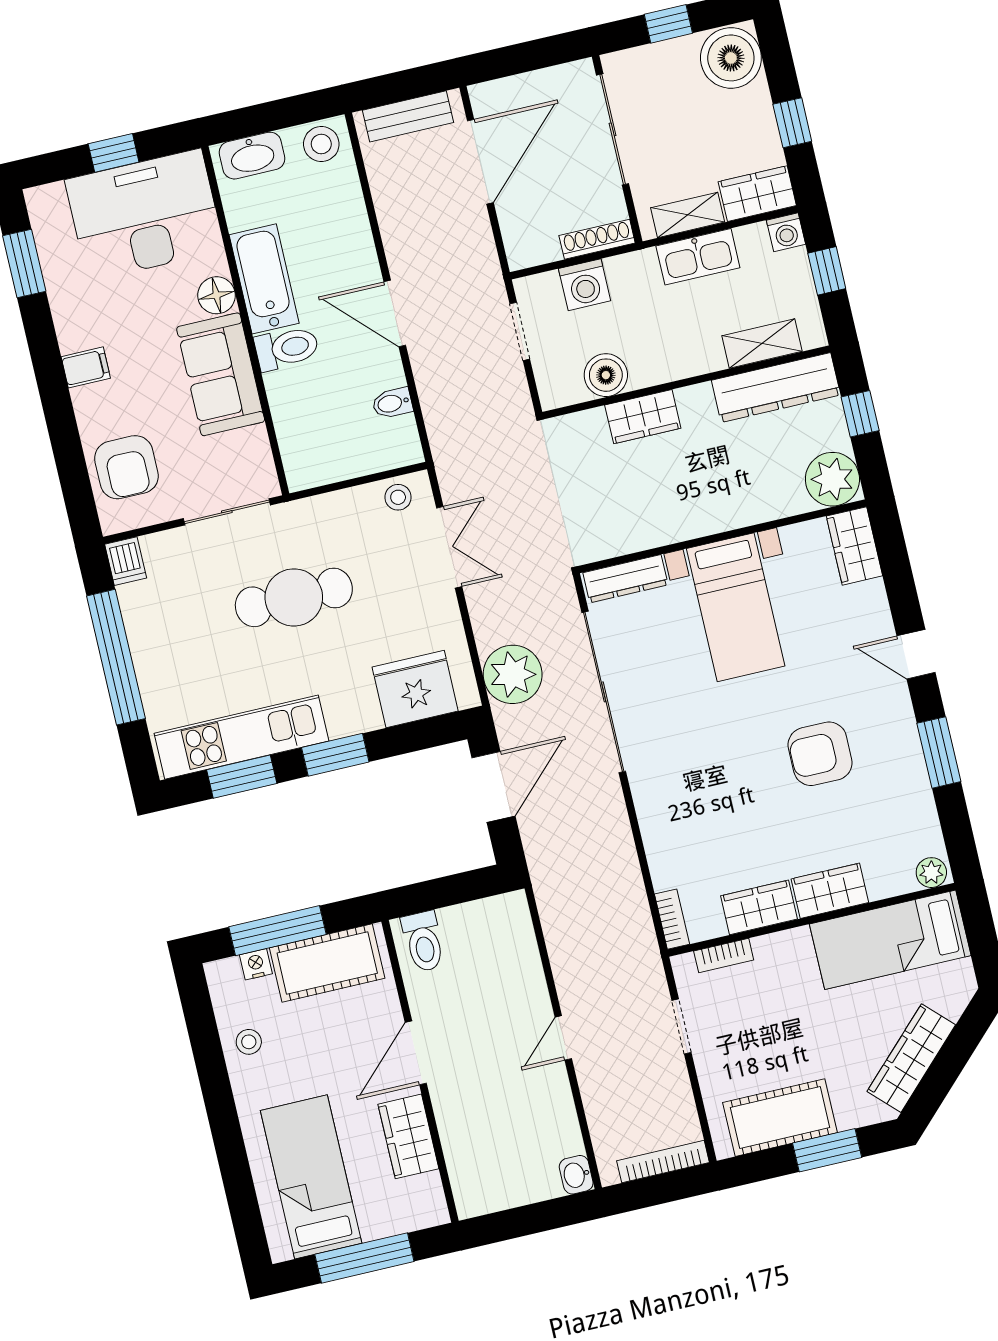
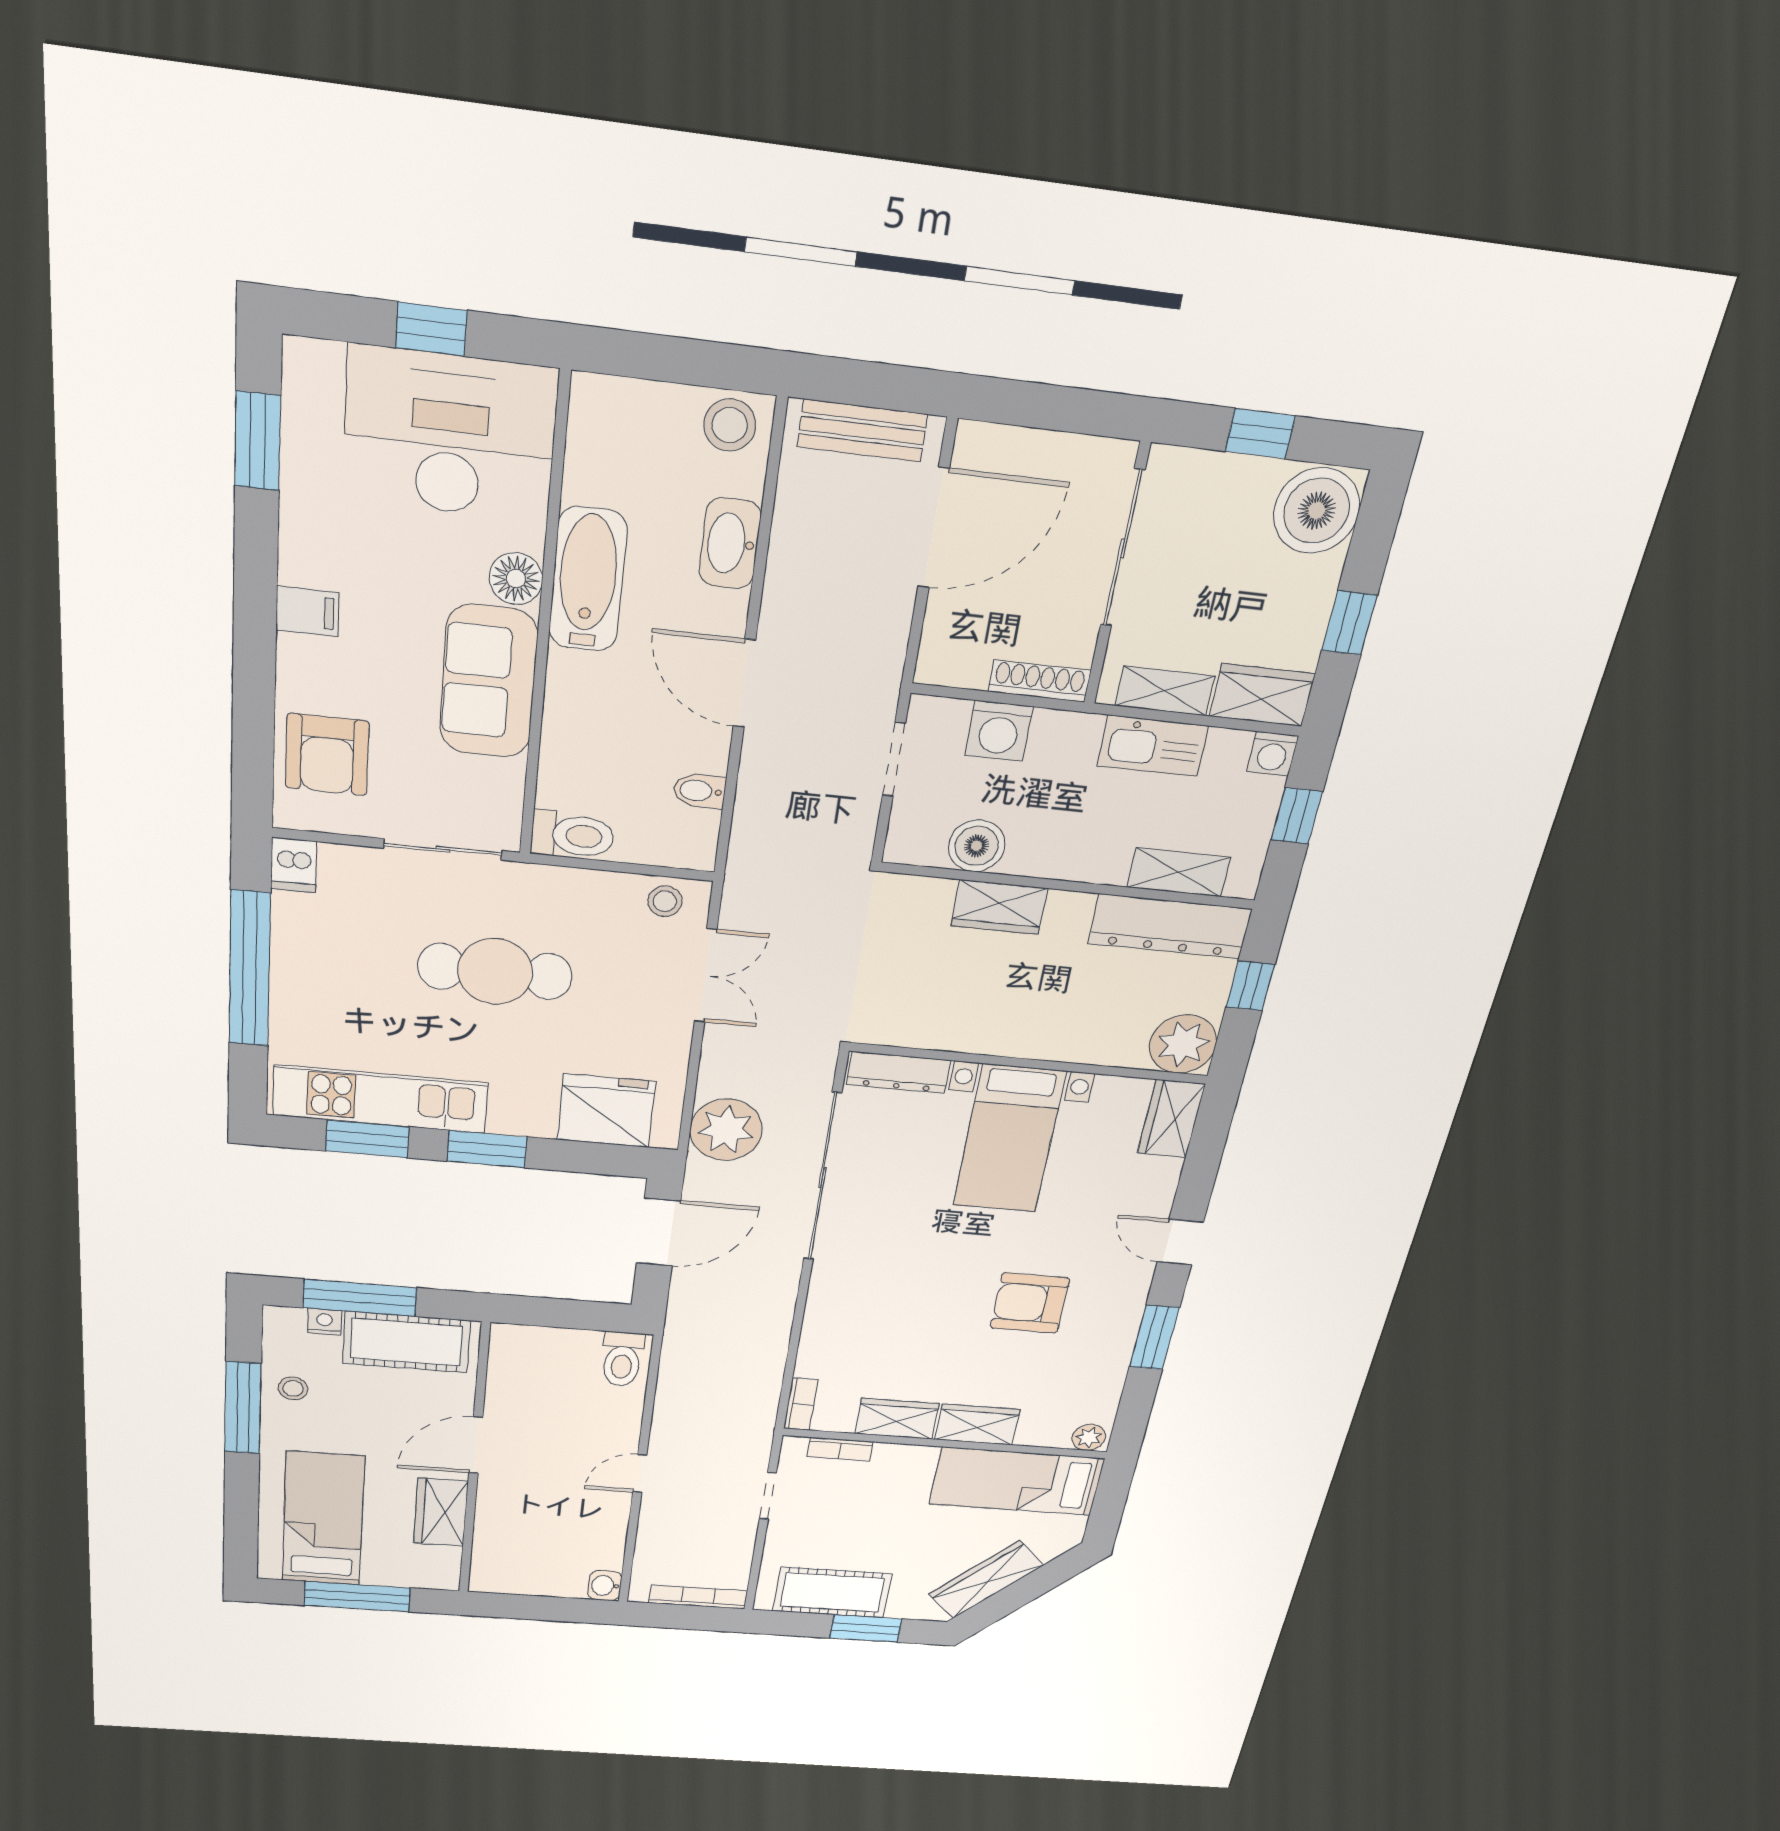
washbasin: (252, 156) -> (730, 543), moved, turned 90
toilet: (287, 348) -> (573, 835), moved
toilet: (423, 942) -> (622, 1359), moved
window: (213, 1076) -> (243, 1408), added

